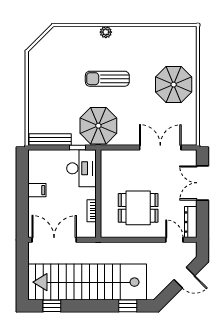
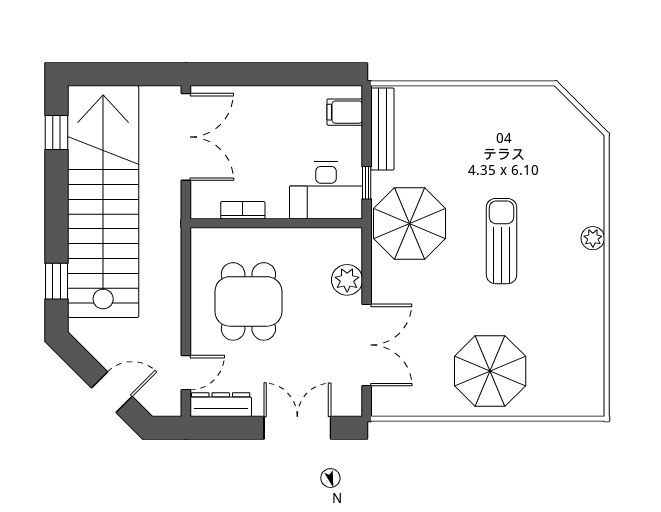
plant: (127, 158) -> (347, 280), added
filing cabinet: (37, 190) -> (345, 112), moved, turned 90
door: (184, 278) -> (112, 392), swing flipped

